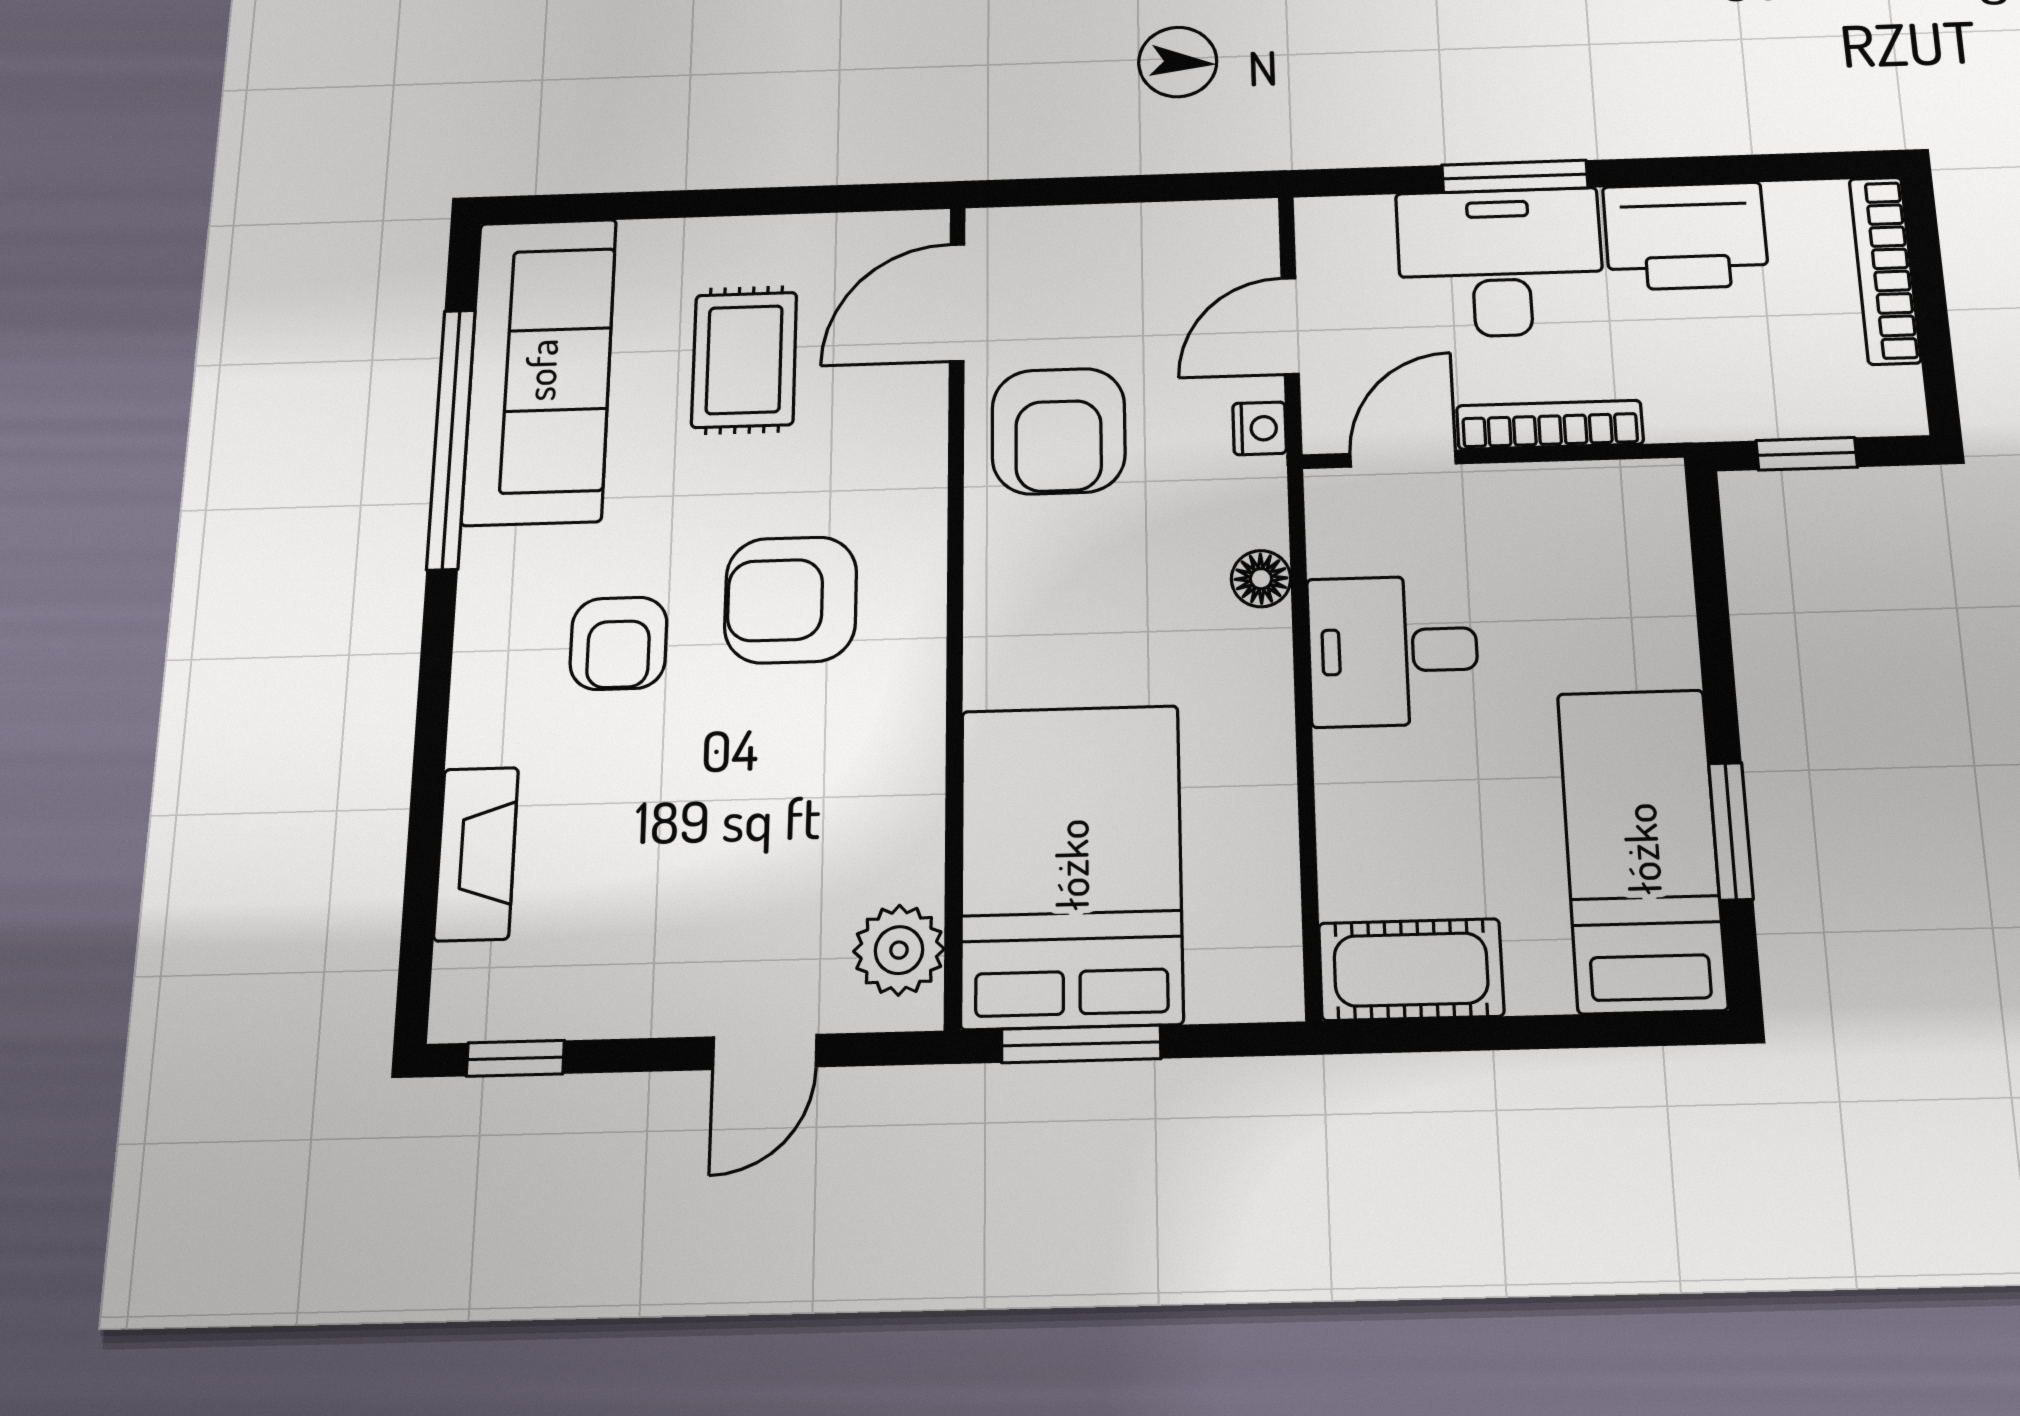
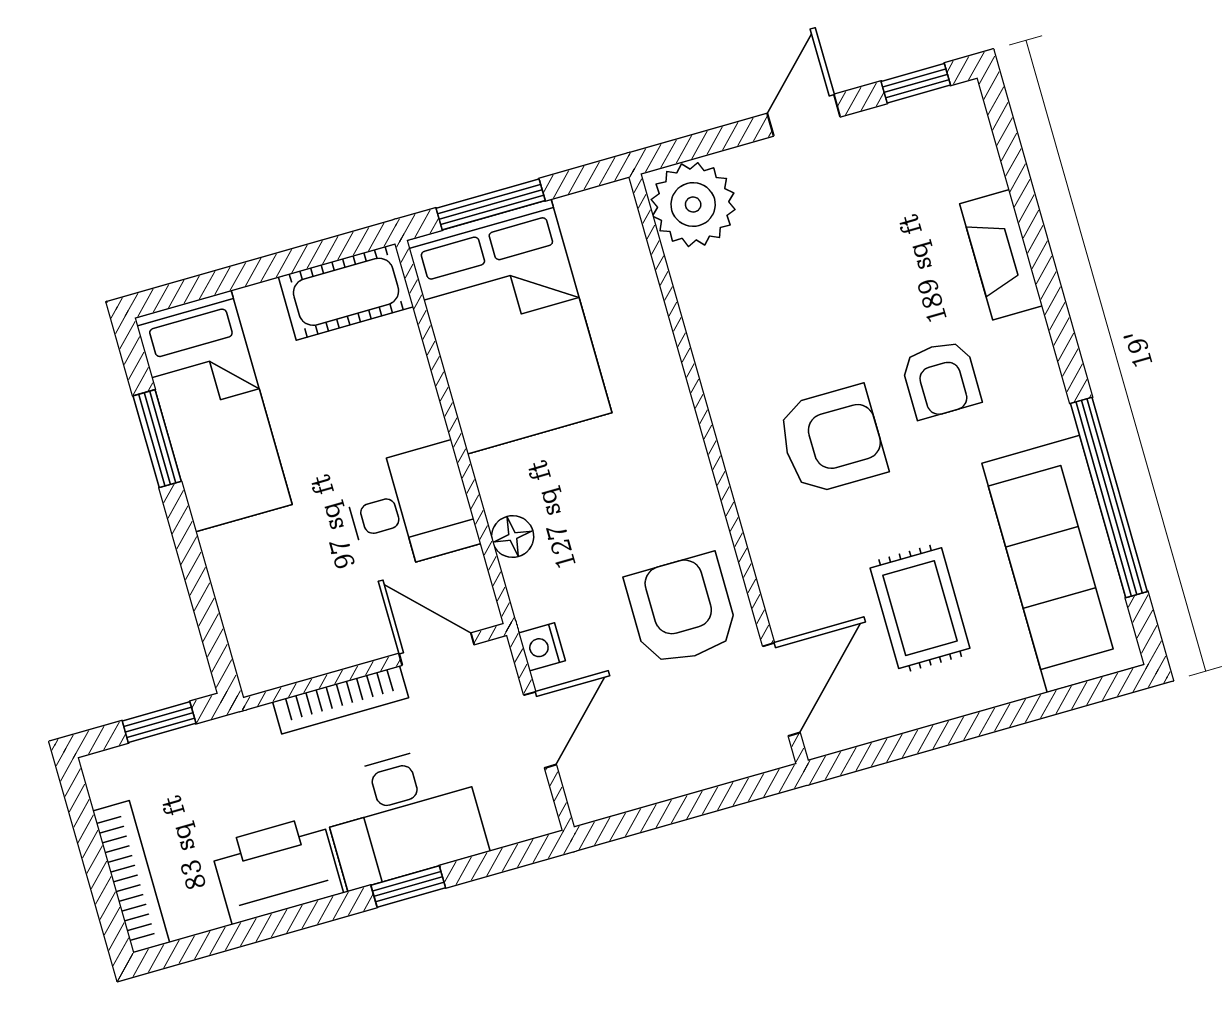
window: (1515, 176) -> (408, 886), width x0.67
door: (1403, 459) -> (437, 649), swing flipped
armchair: (619, 643) -> (941, 379), turned 180
fireplace: (476, 854) -> (1001, 255), moved
bed: (1071, 865) -> (509, 327), moved
plant: (899, 950) -> (693, 205), width x1.36, depth x1.36
window: (1081, 1044) -> (491, 204), moved
door: (765, 1052) -> (804, 115), moved

